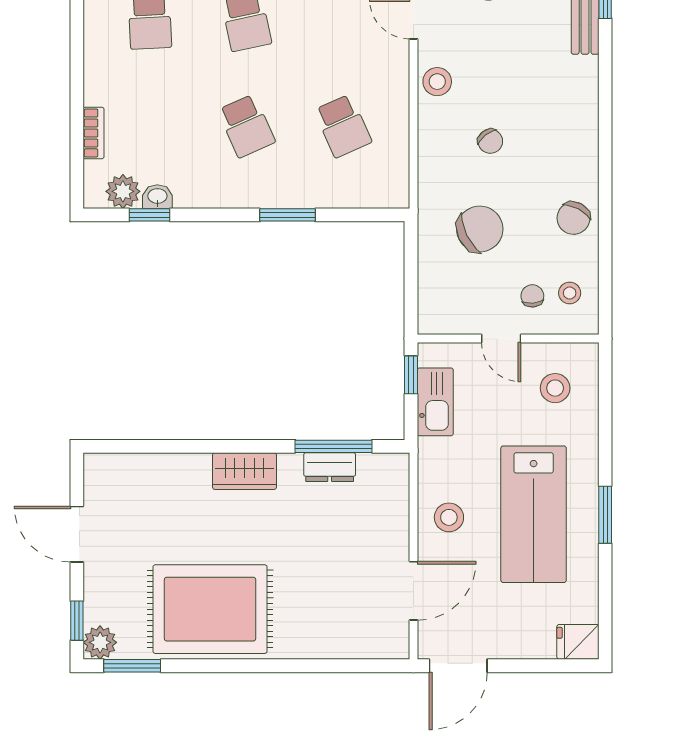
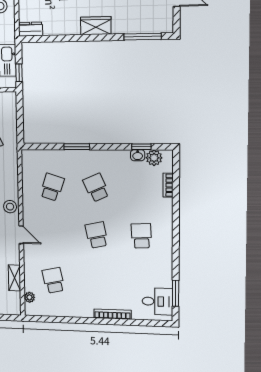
school desk: (343, 126) -> (52, 187), turned 42
window: (334, 446) -> (143, 37), moved
dresser: (330, 467) -> (31, 29), moved

